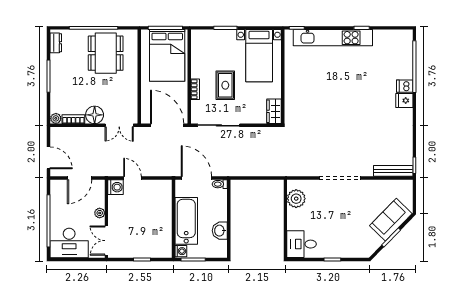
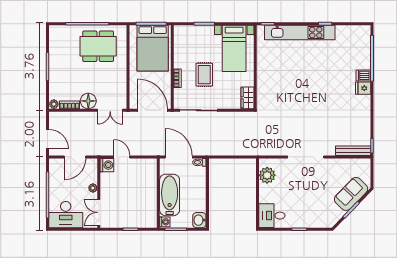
dresser: (56, 43) -> (54, 37), removed
dining table: (106, 53) -> (98, 46), turned 90
washbasin: (220, 231) -> (199, 220), moved

